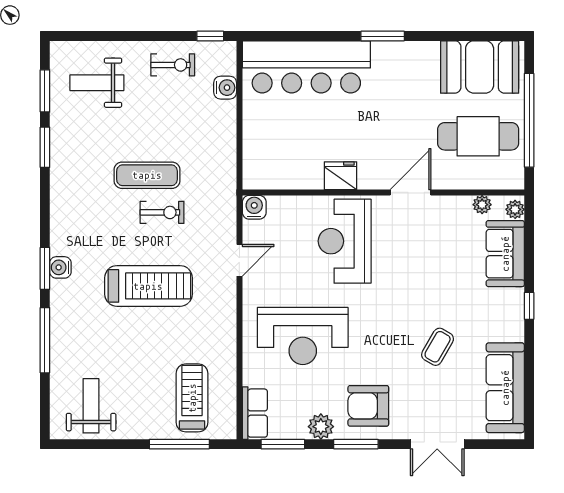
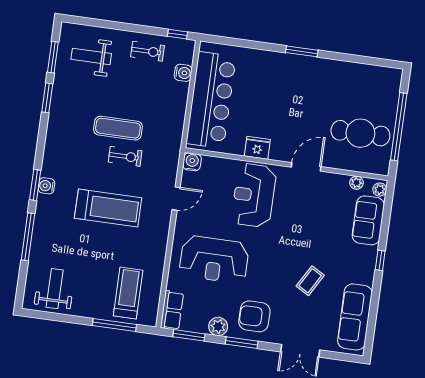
bar counter: (306, 67) -> (211, 100), moved, turned -90
booth: (480, 67) -> (368, 83), removed

